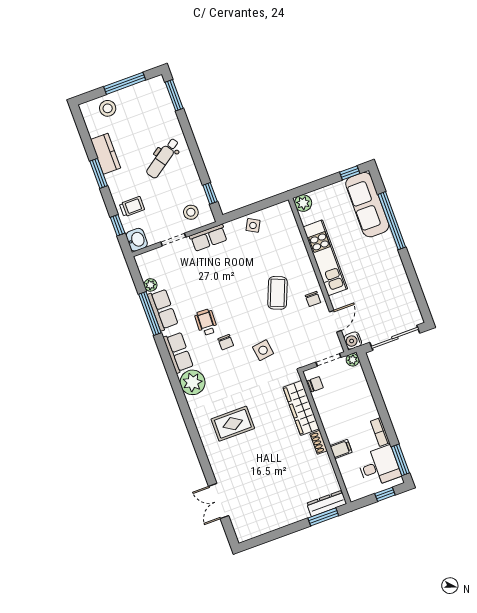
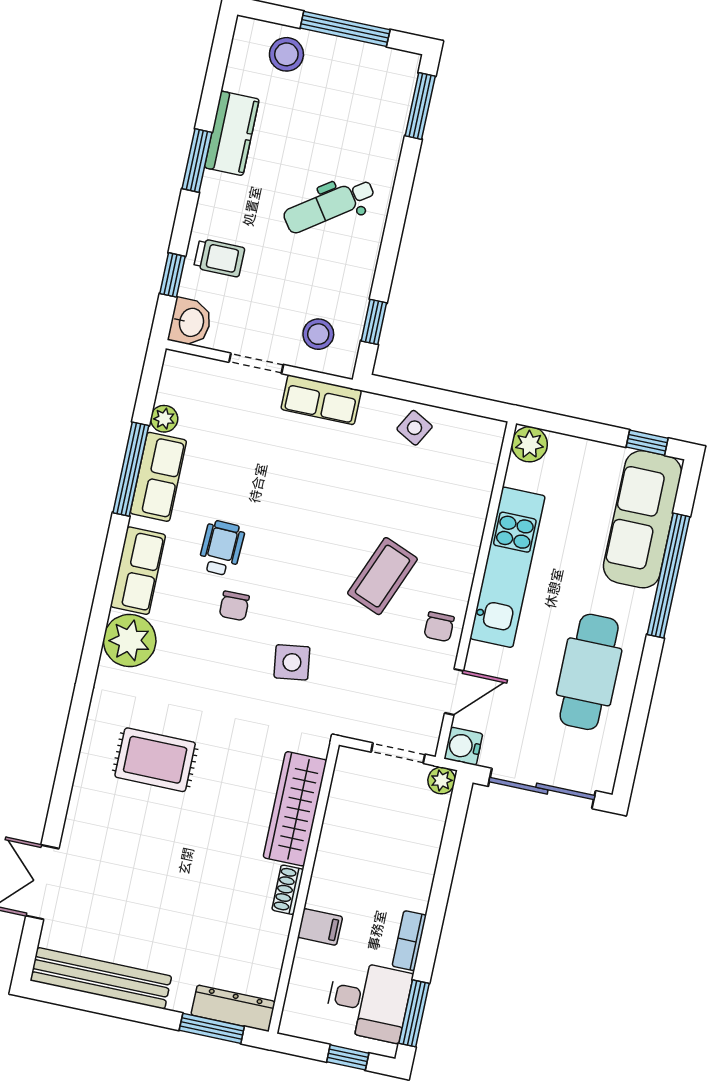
cafe table: (384, 279) -> (589, 672), added
chair: (315, 384) -> (347, 782), removed
bench: (266, 525) -> (101, 978), added

